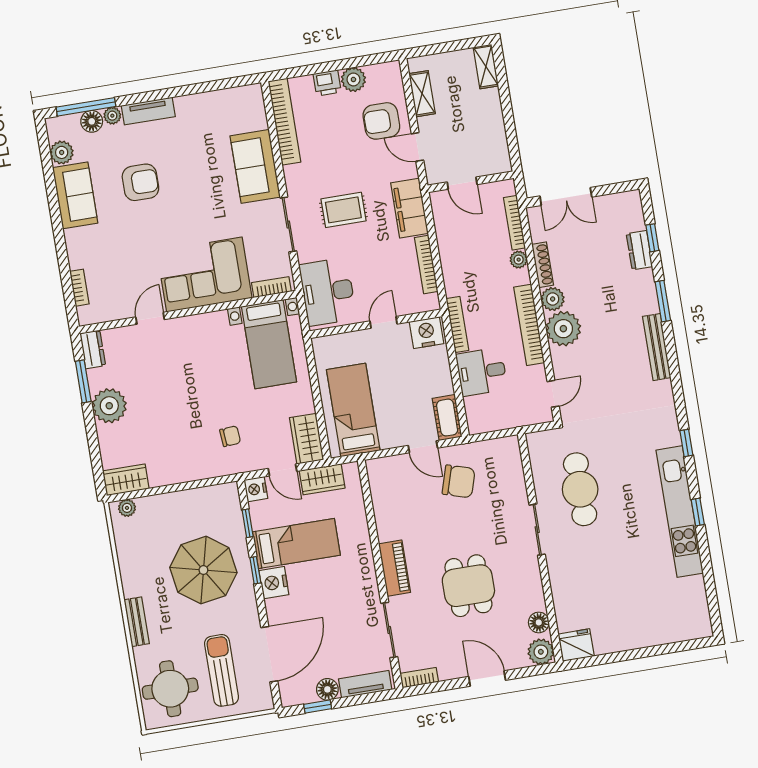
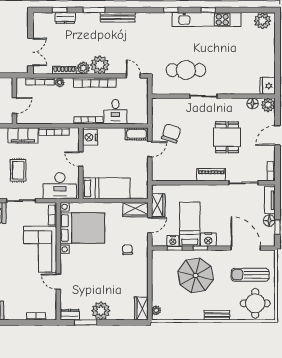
bed with nightstands: (269, 344) -> (82, 228), width x1.36
bed: (353, 410) -> (106, 188), moved, turned 180
nightstand: (256, 489) -> (173, 241), moved
dining table: (468, 586) -> (227, 137), turned 90
plant: (695, 616) -> (263, 21), added

